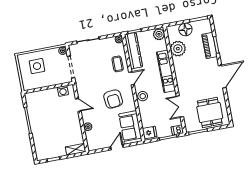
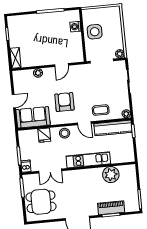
floor lamp: (185, 29) -> (130, 184), removed
plant: (159, 34) -> (128, 156), removed
side table: (37, 66) -> (95, 32), moved
washing machine: (63, 91) -> (75, 27), moved
armchair: (113, 99) -> (64, 102), turned 96
double door: (180, 107) -> (50, 171), swing flipped
fridge: (150, 133) -> (44, 135), moved
door: (117, 147) -> (14, 101), hinge flipped

